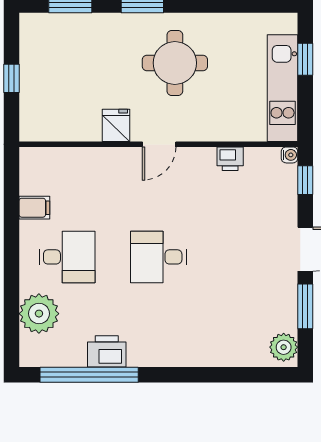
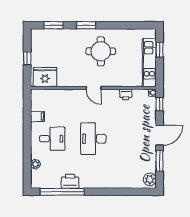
fridge: (116, 125) -> (45, 77), moved, width x1.88, depth x1.34
door: (159, 144) -> (94, 88), hinge flipped
desk: (158, 257) -> (93, 139), width x1.37
plant: (39, 314) -> (35, 164), width x0.53, depth x0.53

